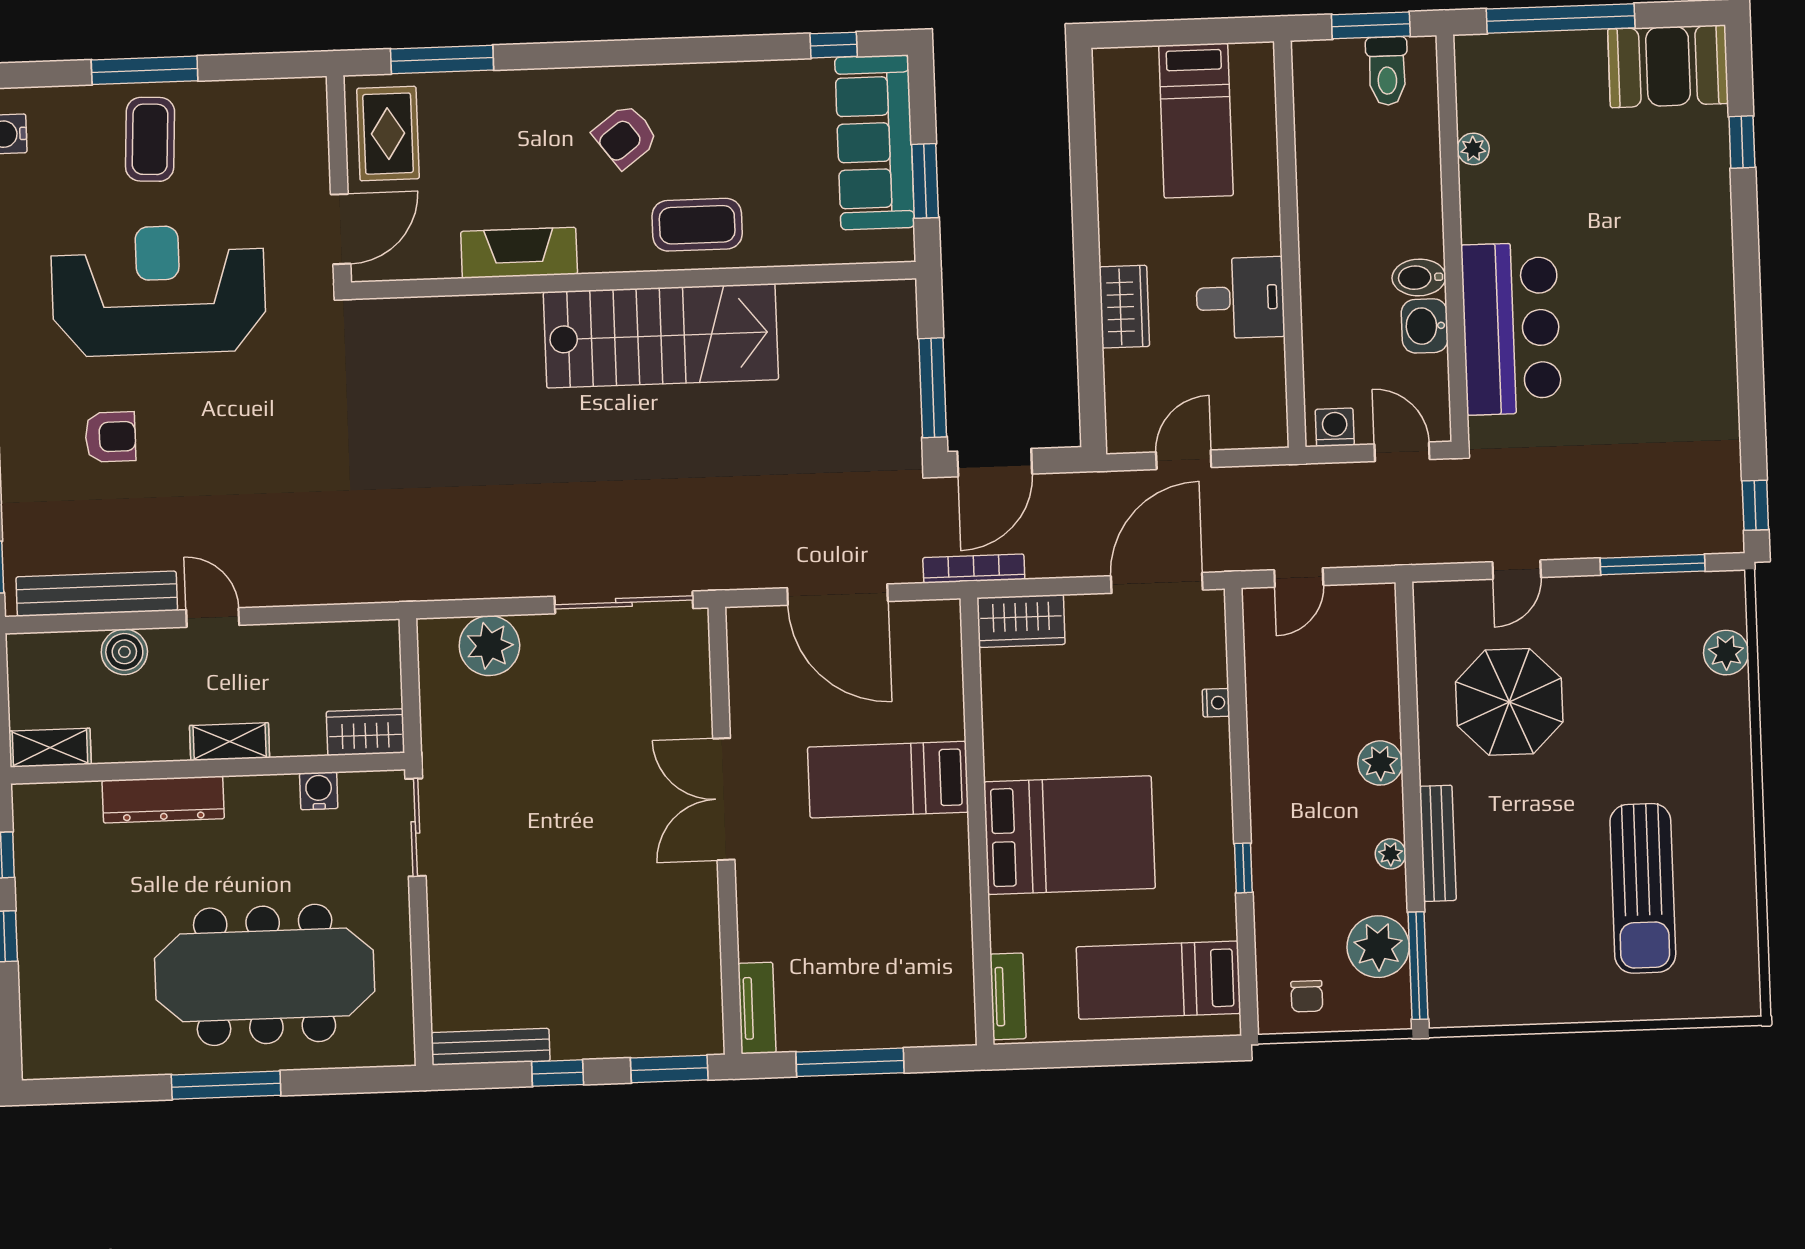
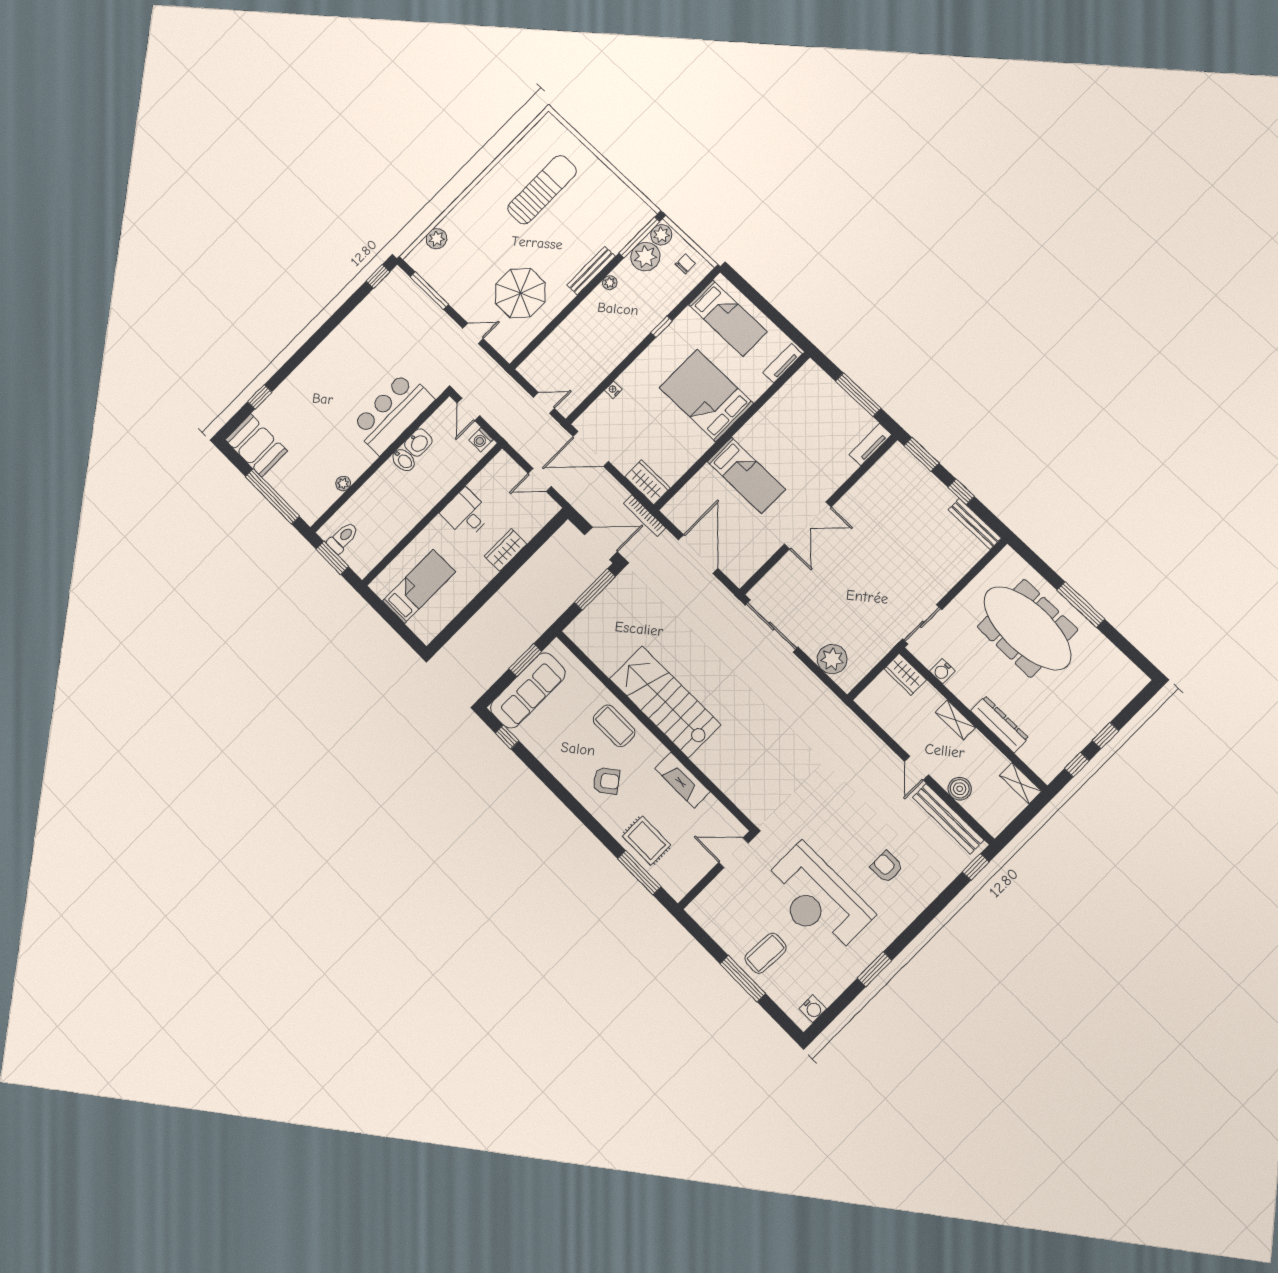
rug: (388, 134) -> (647, 841), moved, turned 90
plant: (1380, 763) -> (661, 235), moved

